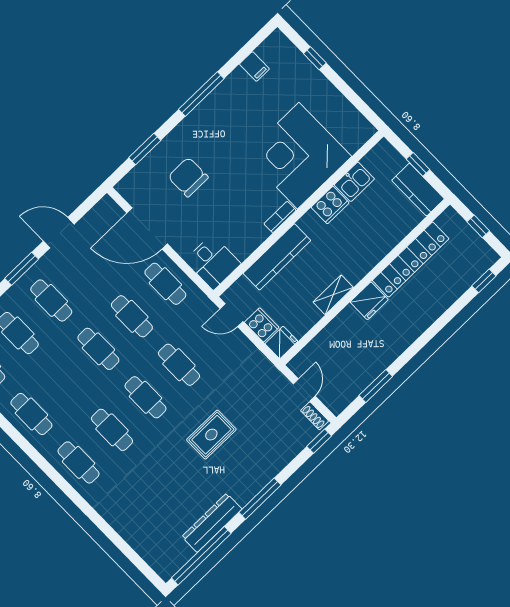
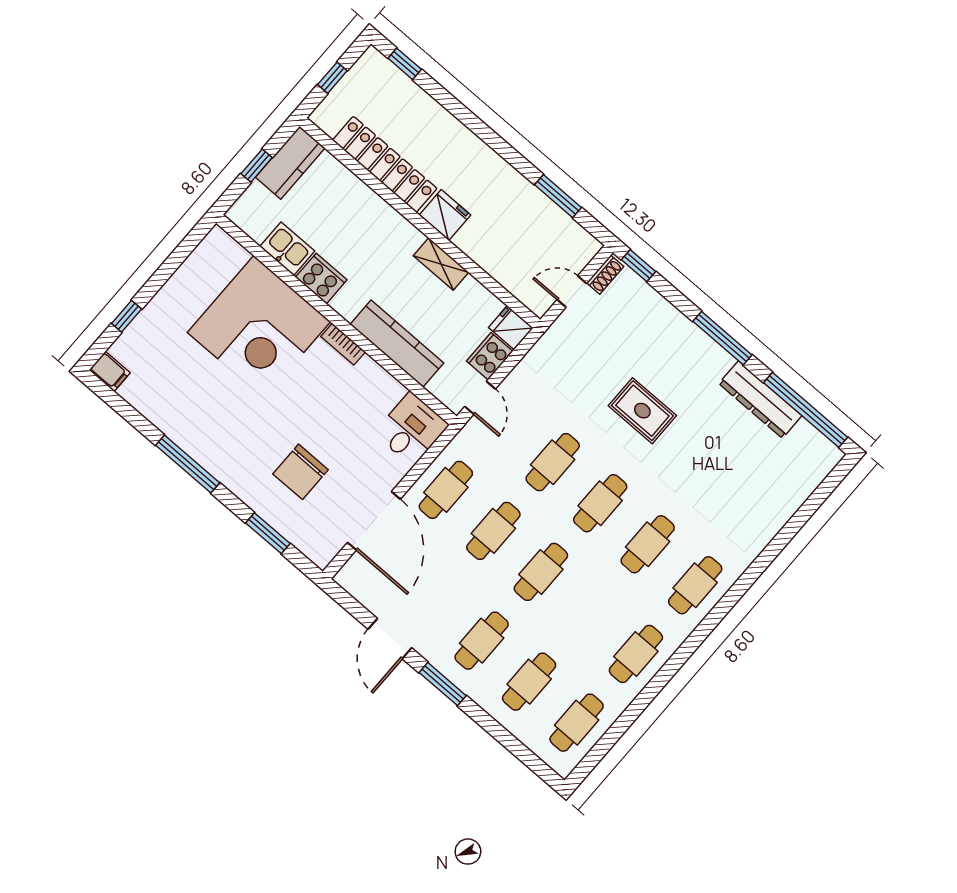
filing cabinet: (254, 66) -> (110, 371), moved, turned 90

